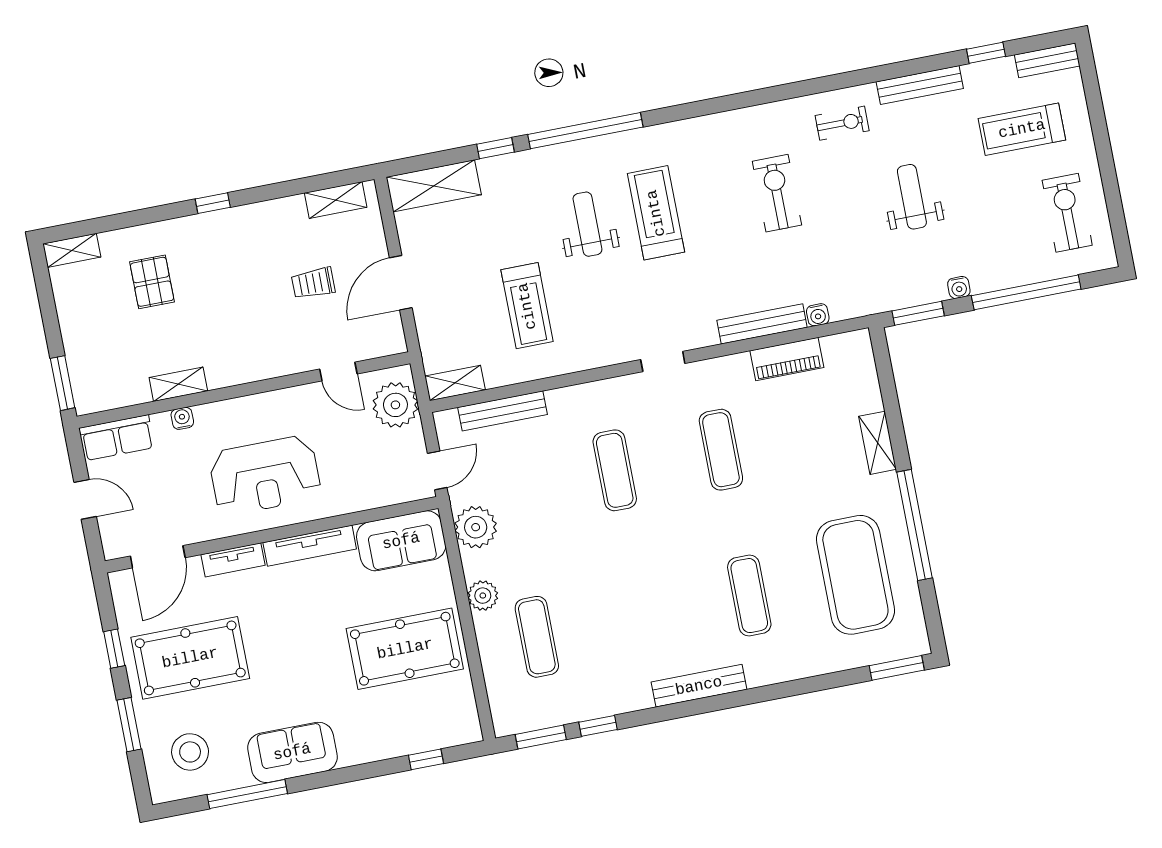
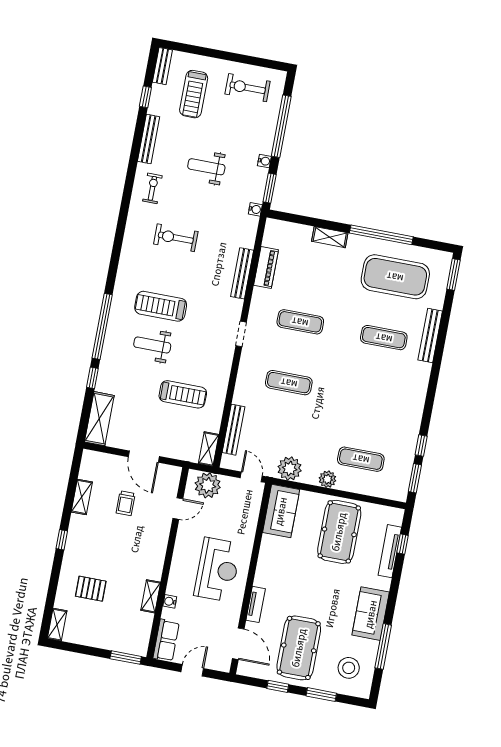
shelving: (336, 200) -> (82, 497), moved
water cooler: (818, 315) -> (255, 209), moved
tv unit: (310, 546) -> (390, 551), moved, turned 180
bench: (699, 686) -> (430, 336), moved

